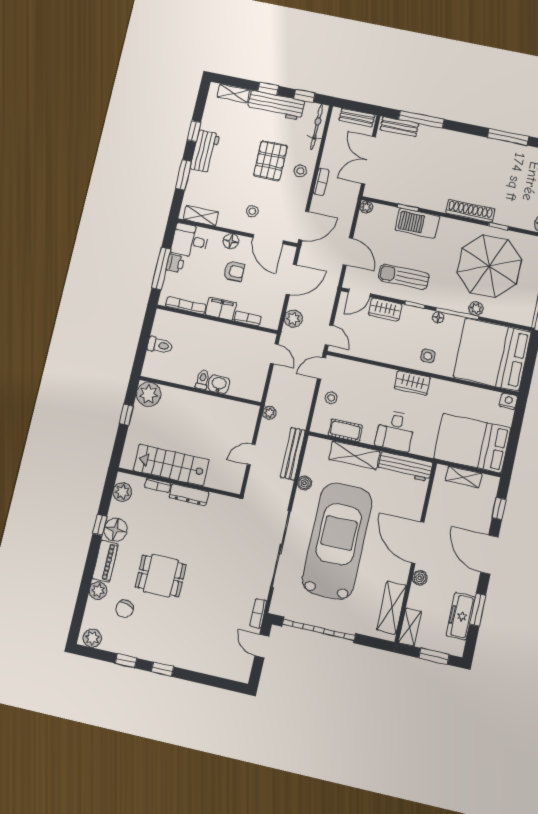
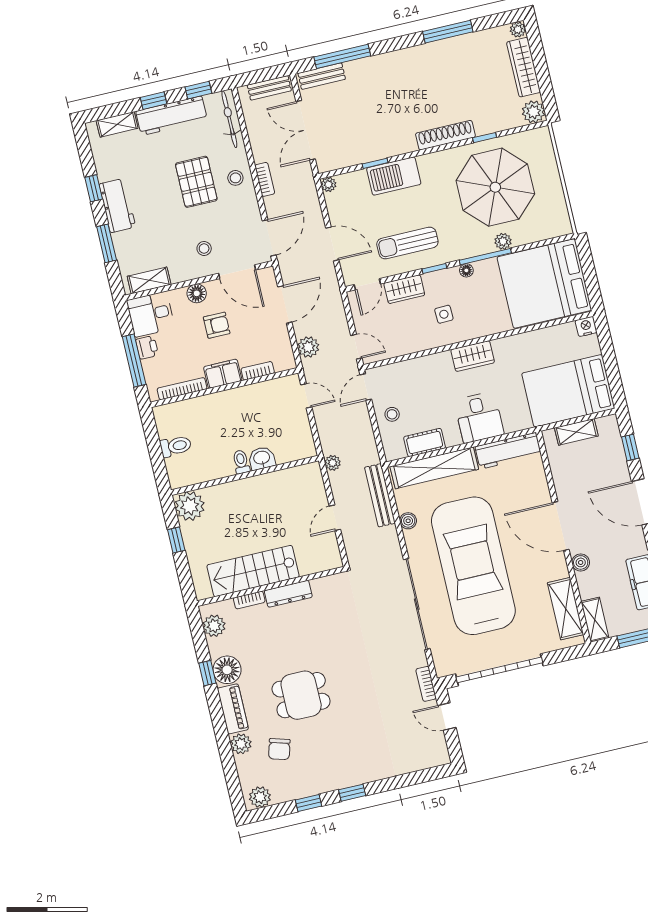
side table: (428, 356) -> (444, 314), moved
shelving: (354, 455) -> (434, 468), width x1.47

